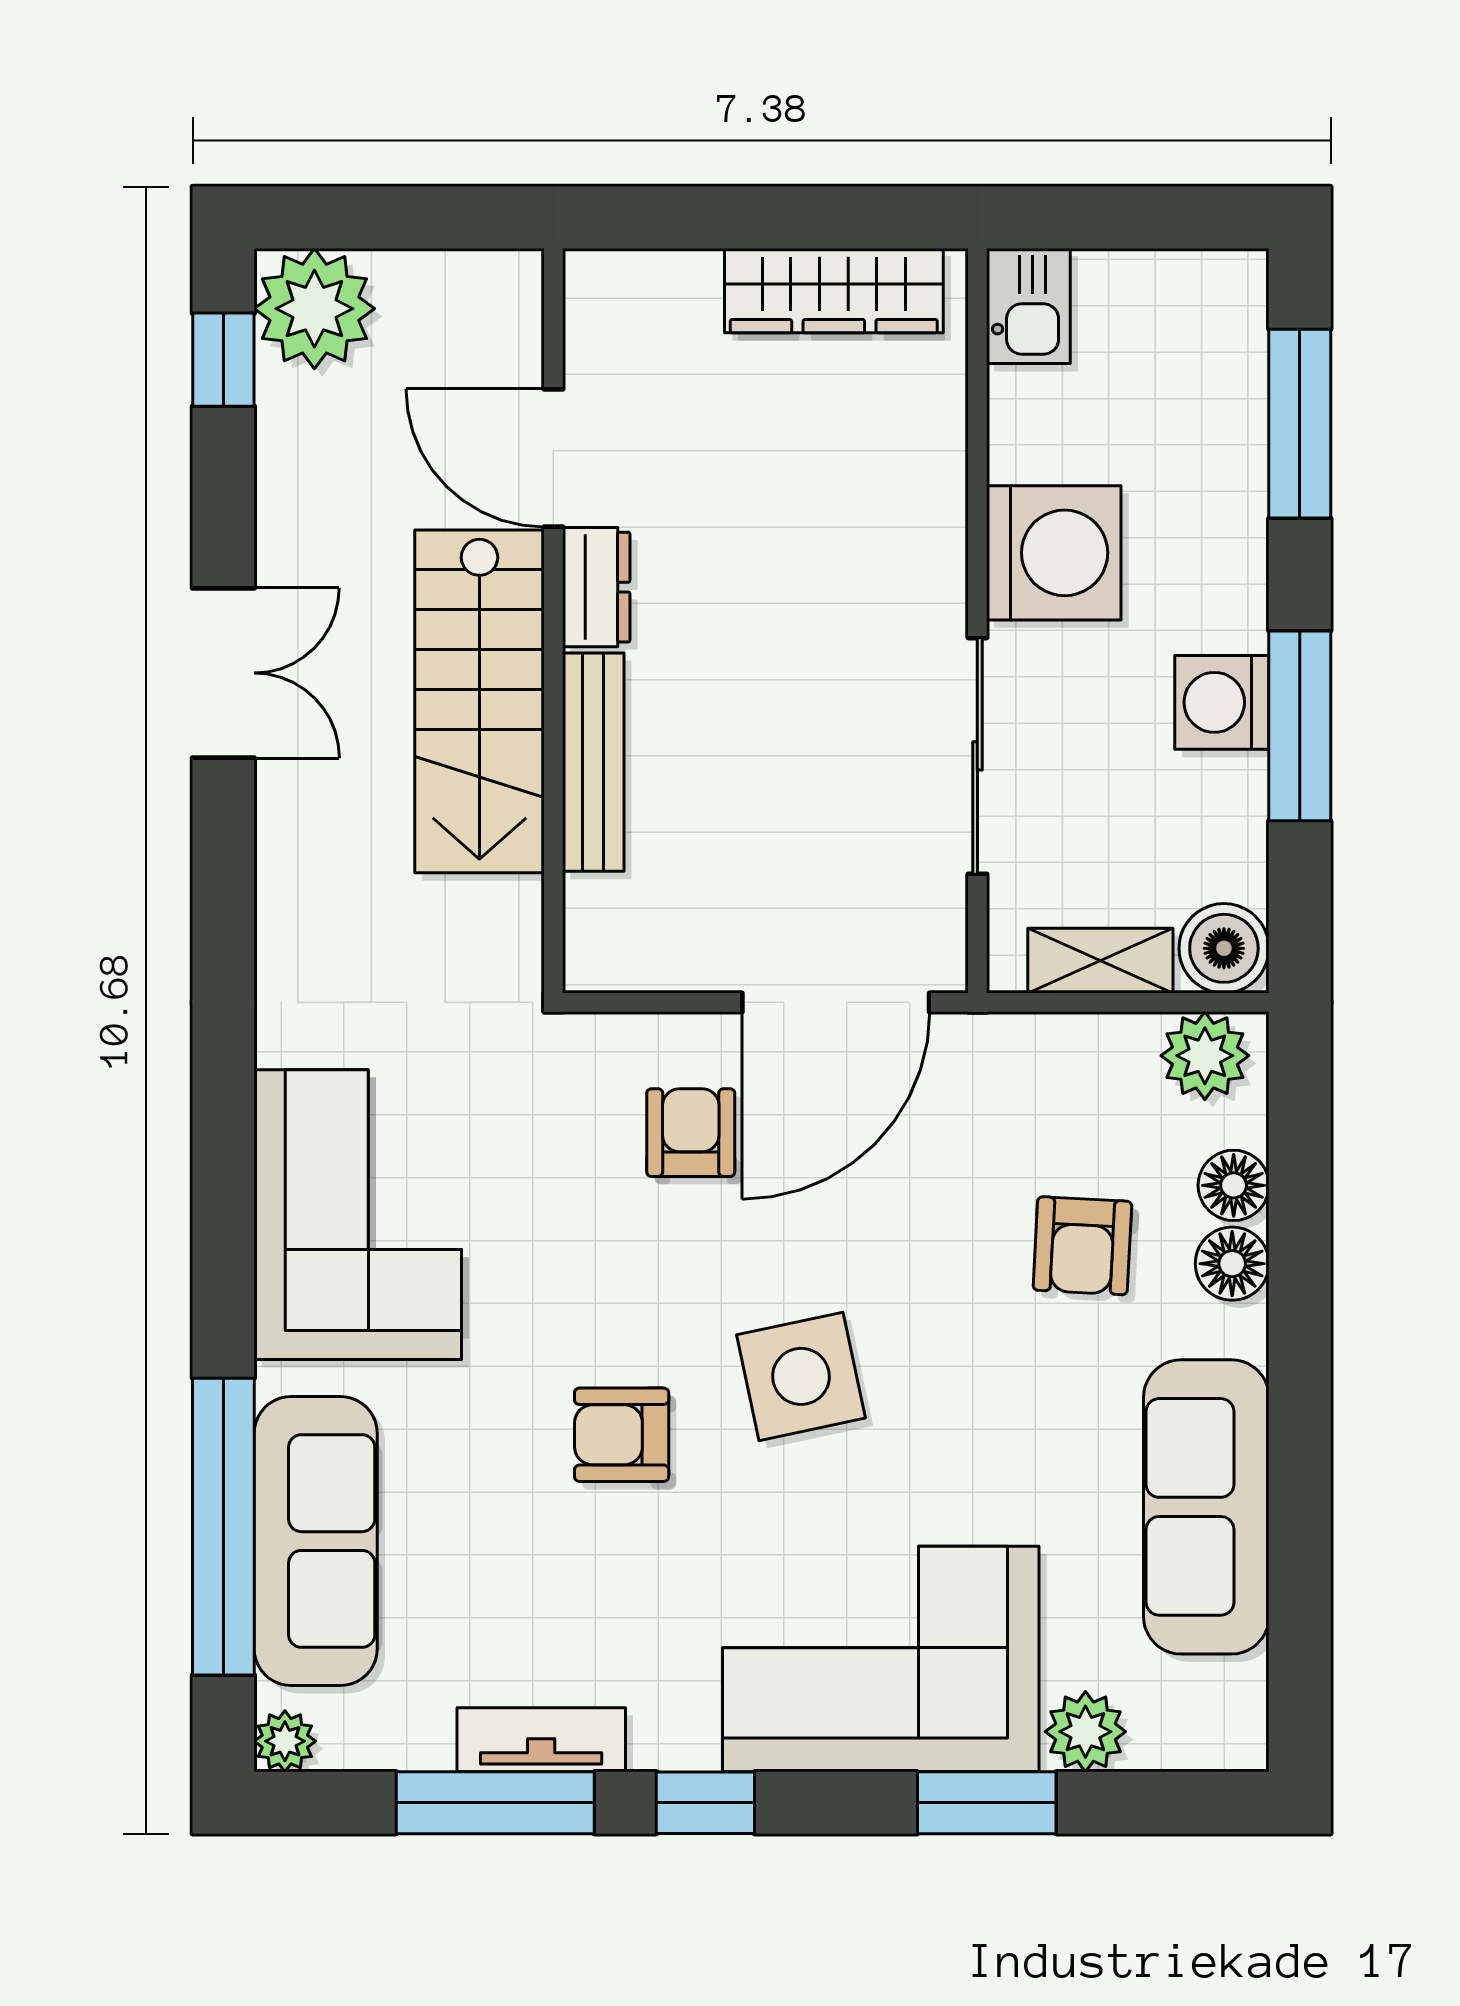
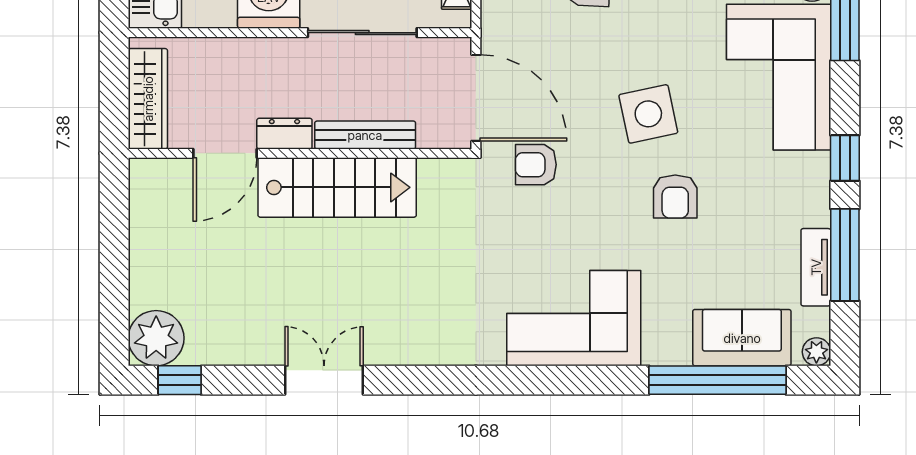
door: (553, 458) -> (225, 153), moved
dresser: (596, 587) -> (284, 134), moved
wall: (553, 621) -> (300, 153), moved
stairs: (479, 701) -> (337, 187), moved
bench: (593, 762) -> (365, 135), moved
sofa: (316, 1541) -> (742, 338), width x0.73
tv unit: (541, 1740) -> (816, 267), moved

